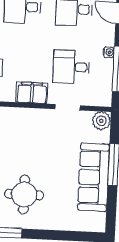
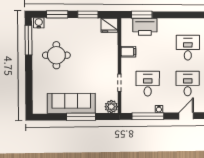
filing cabinet: (32, 93) -> (128, 52), width x0.50

